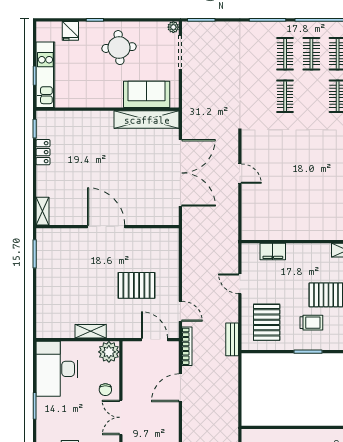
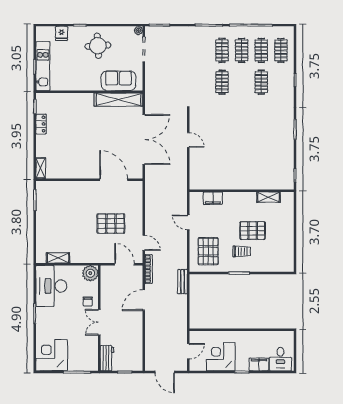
door: (106, 227) -> (114, 180), moved
shelving: (91, 331) -> (58, 258), moved
bench: (232, 339) -> (182, 282), moved

